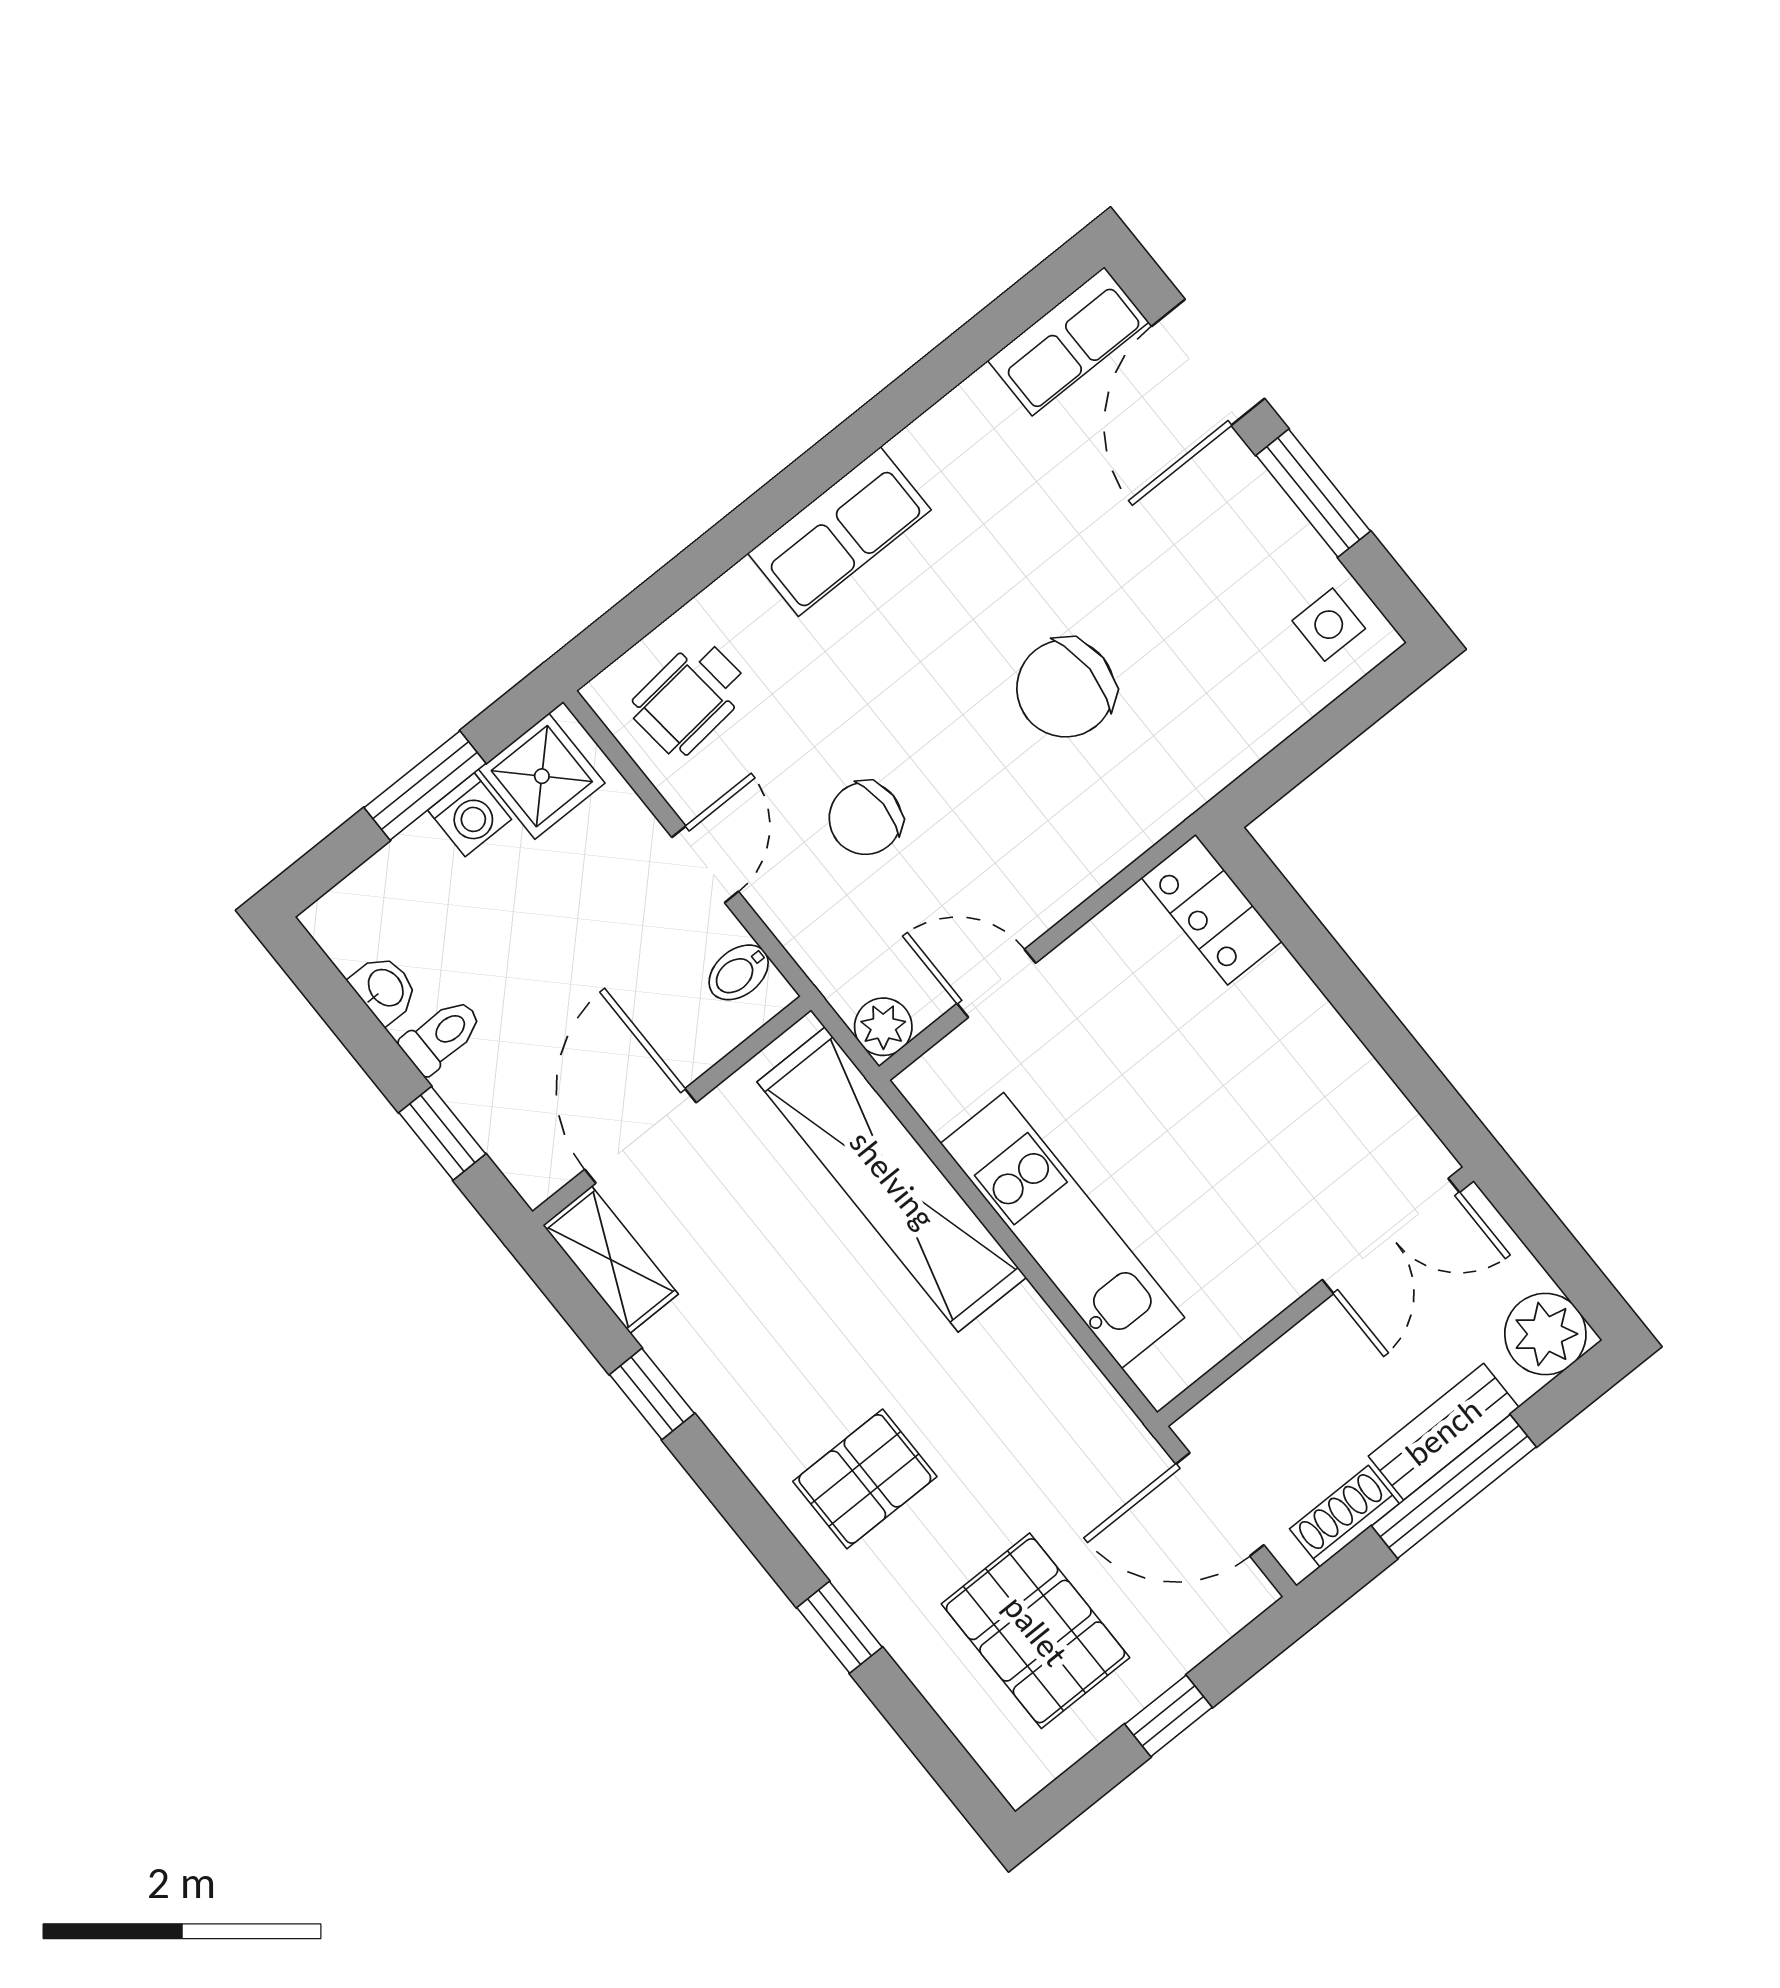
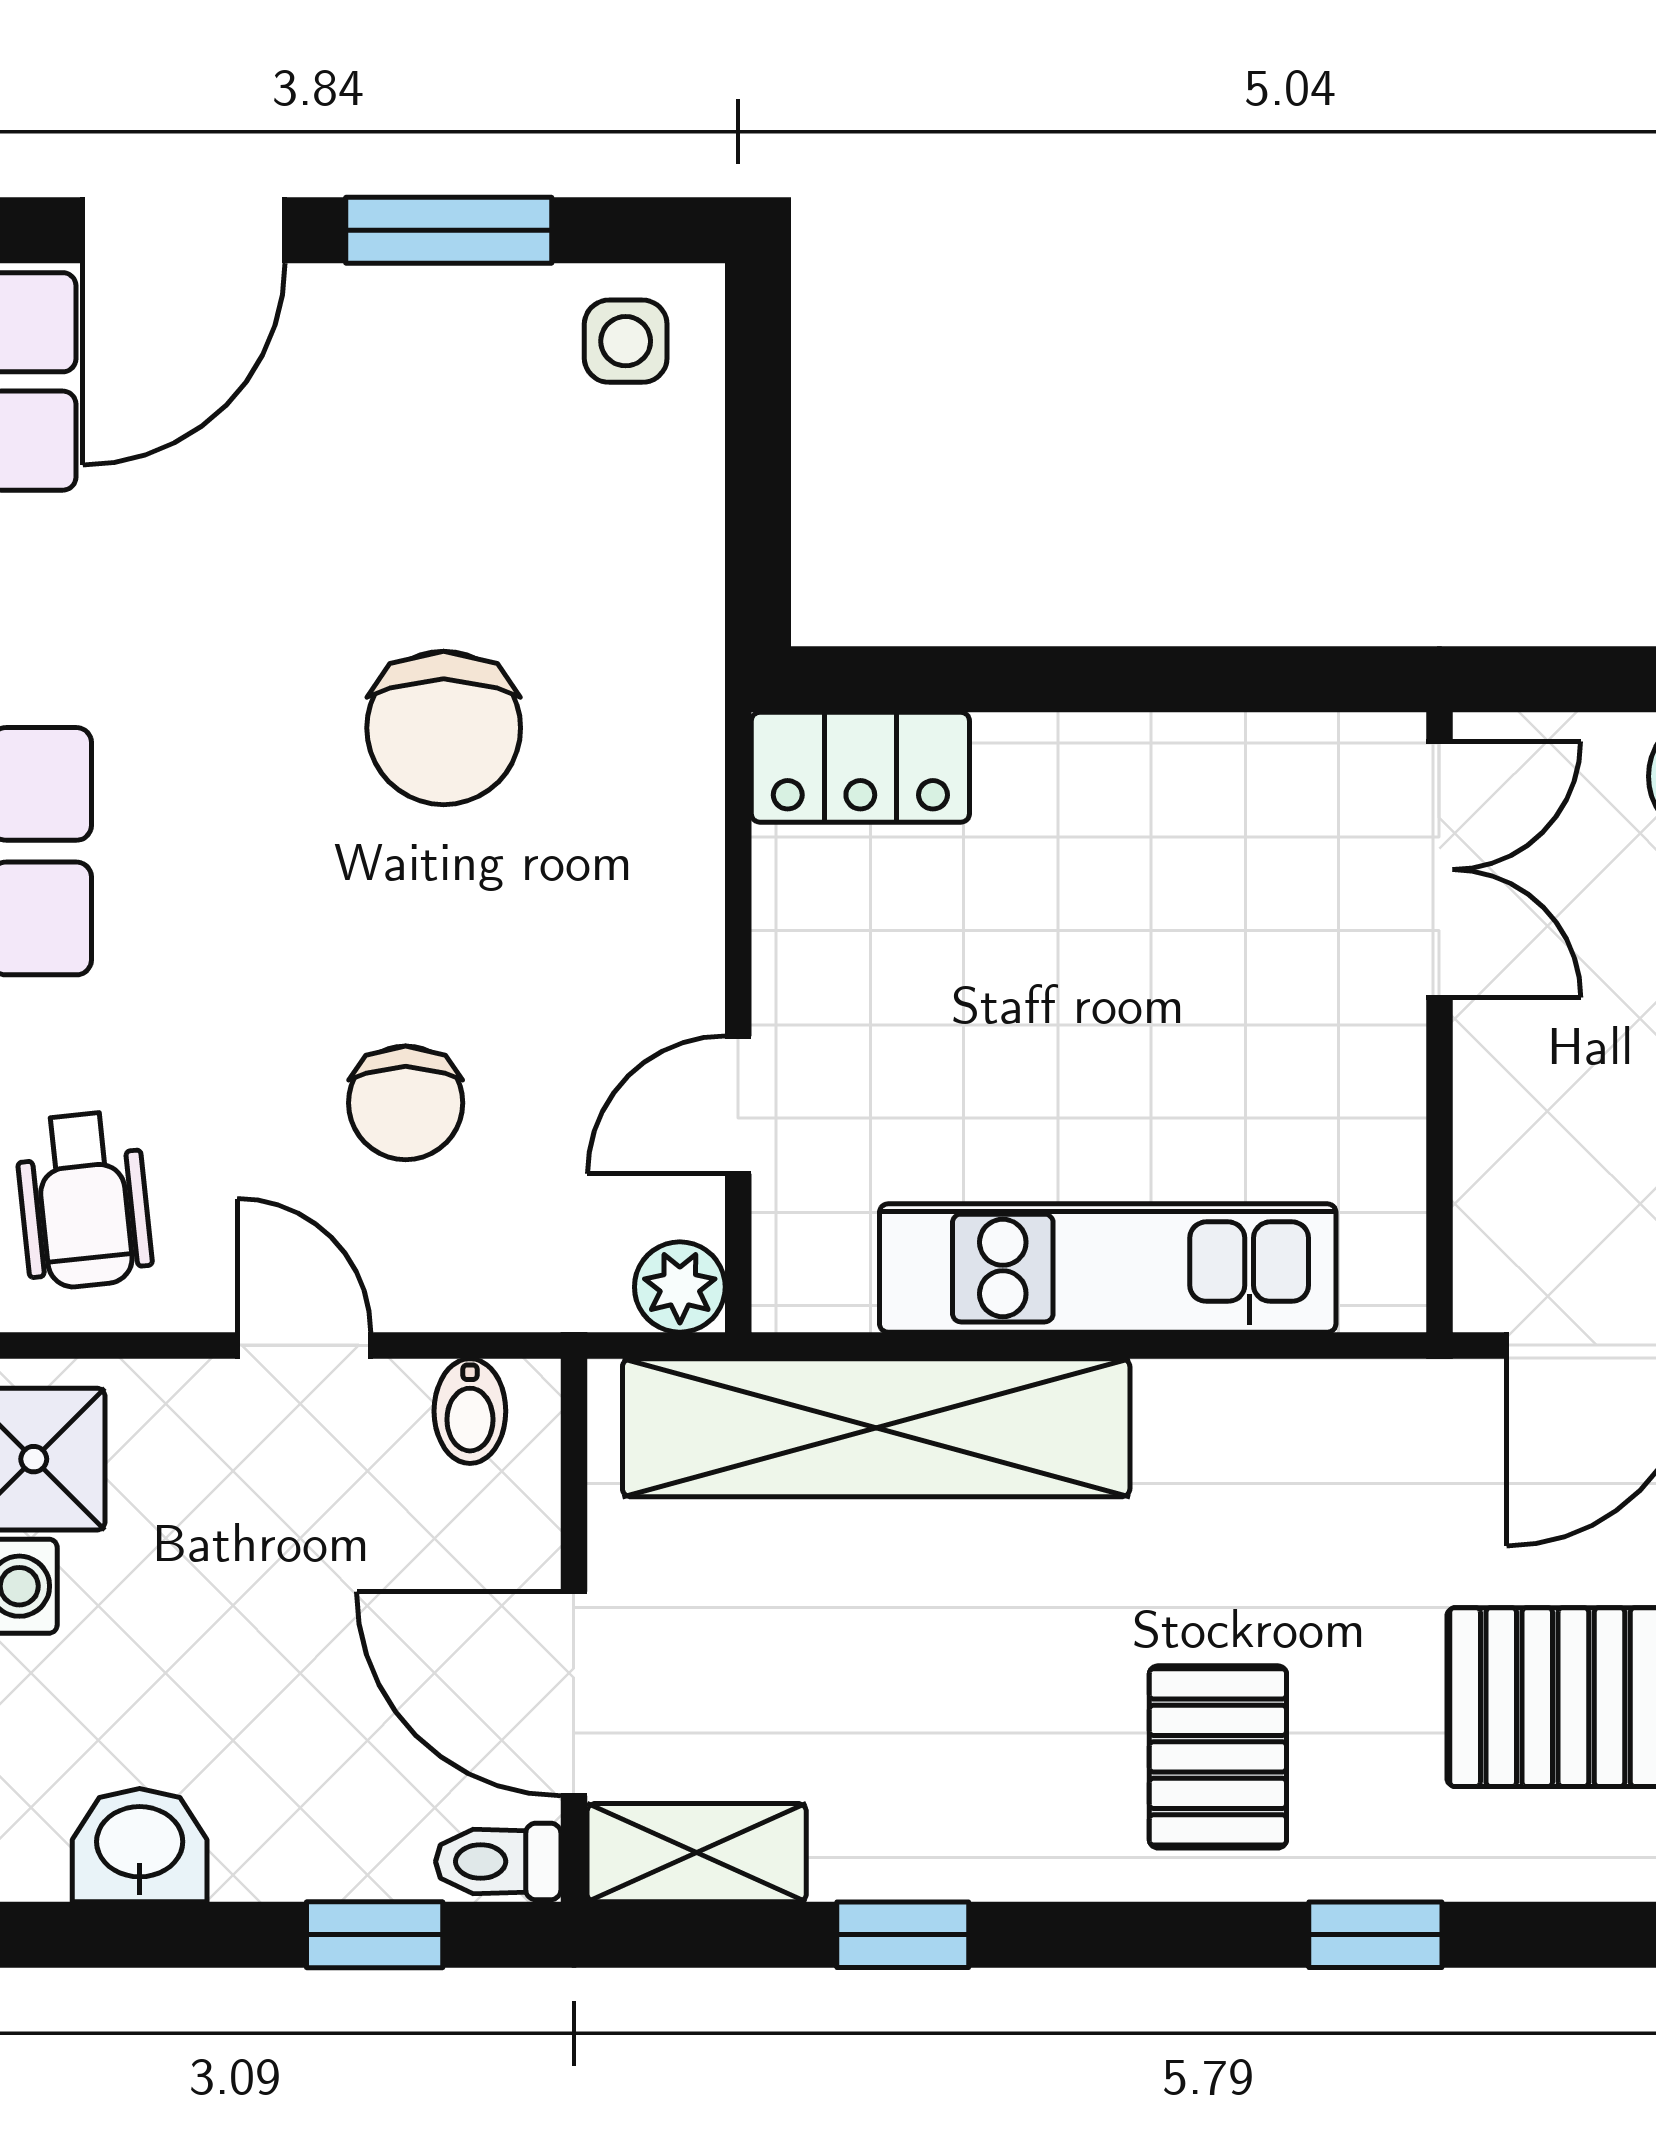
door: (1208, 362) -> (184, 230), hinge flipped
washbasin: (385, 989) -> (140, 1845), width x1.38, depth x1.45
toilet: (442, 1036) -> (498, 1862), moved, turned -90

